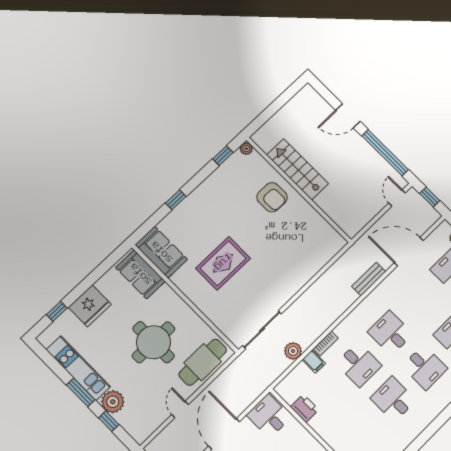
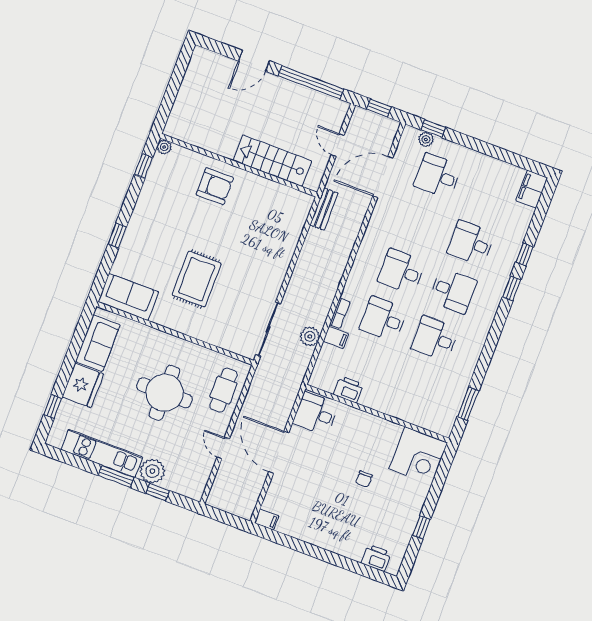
stairs: (298, 169) -> (272, 161), moved
door: (397, 198) -> (338, 145), moved
sofa: (140, 274) -> (98, 343), moved, turned -90
bench: (369, 279) -> (324, 209), moved
cafe table: (203, 362) -> (223, 390), width x0.73, depth x0.74
desk: (359, 364) -> (383, 319), turned 180

